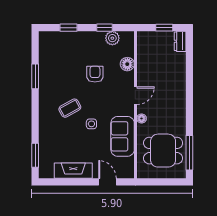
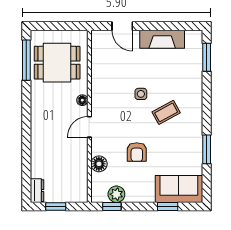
window: (104, 28) -> (112, 206), moved
sofa: (123, 136) -> (179, 189), moved, turned -90

